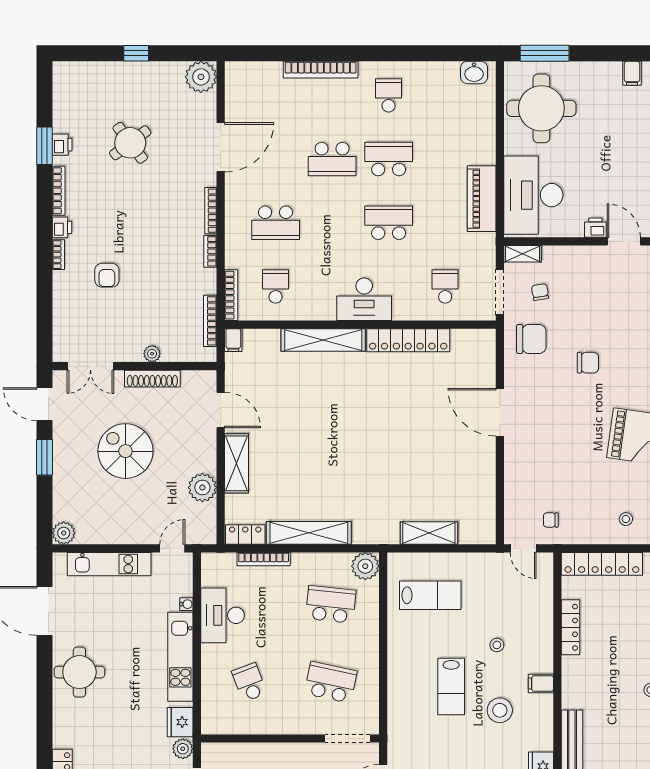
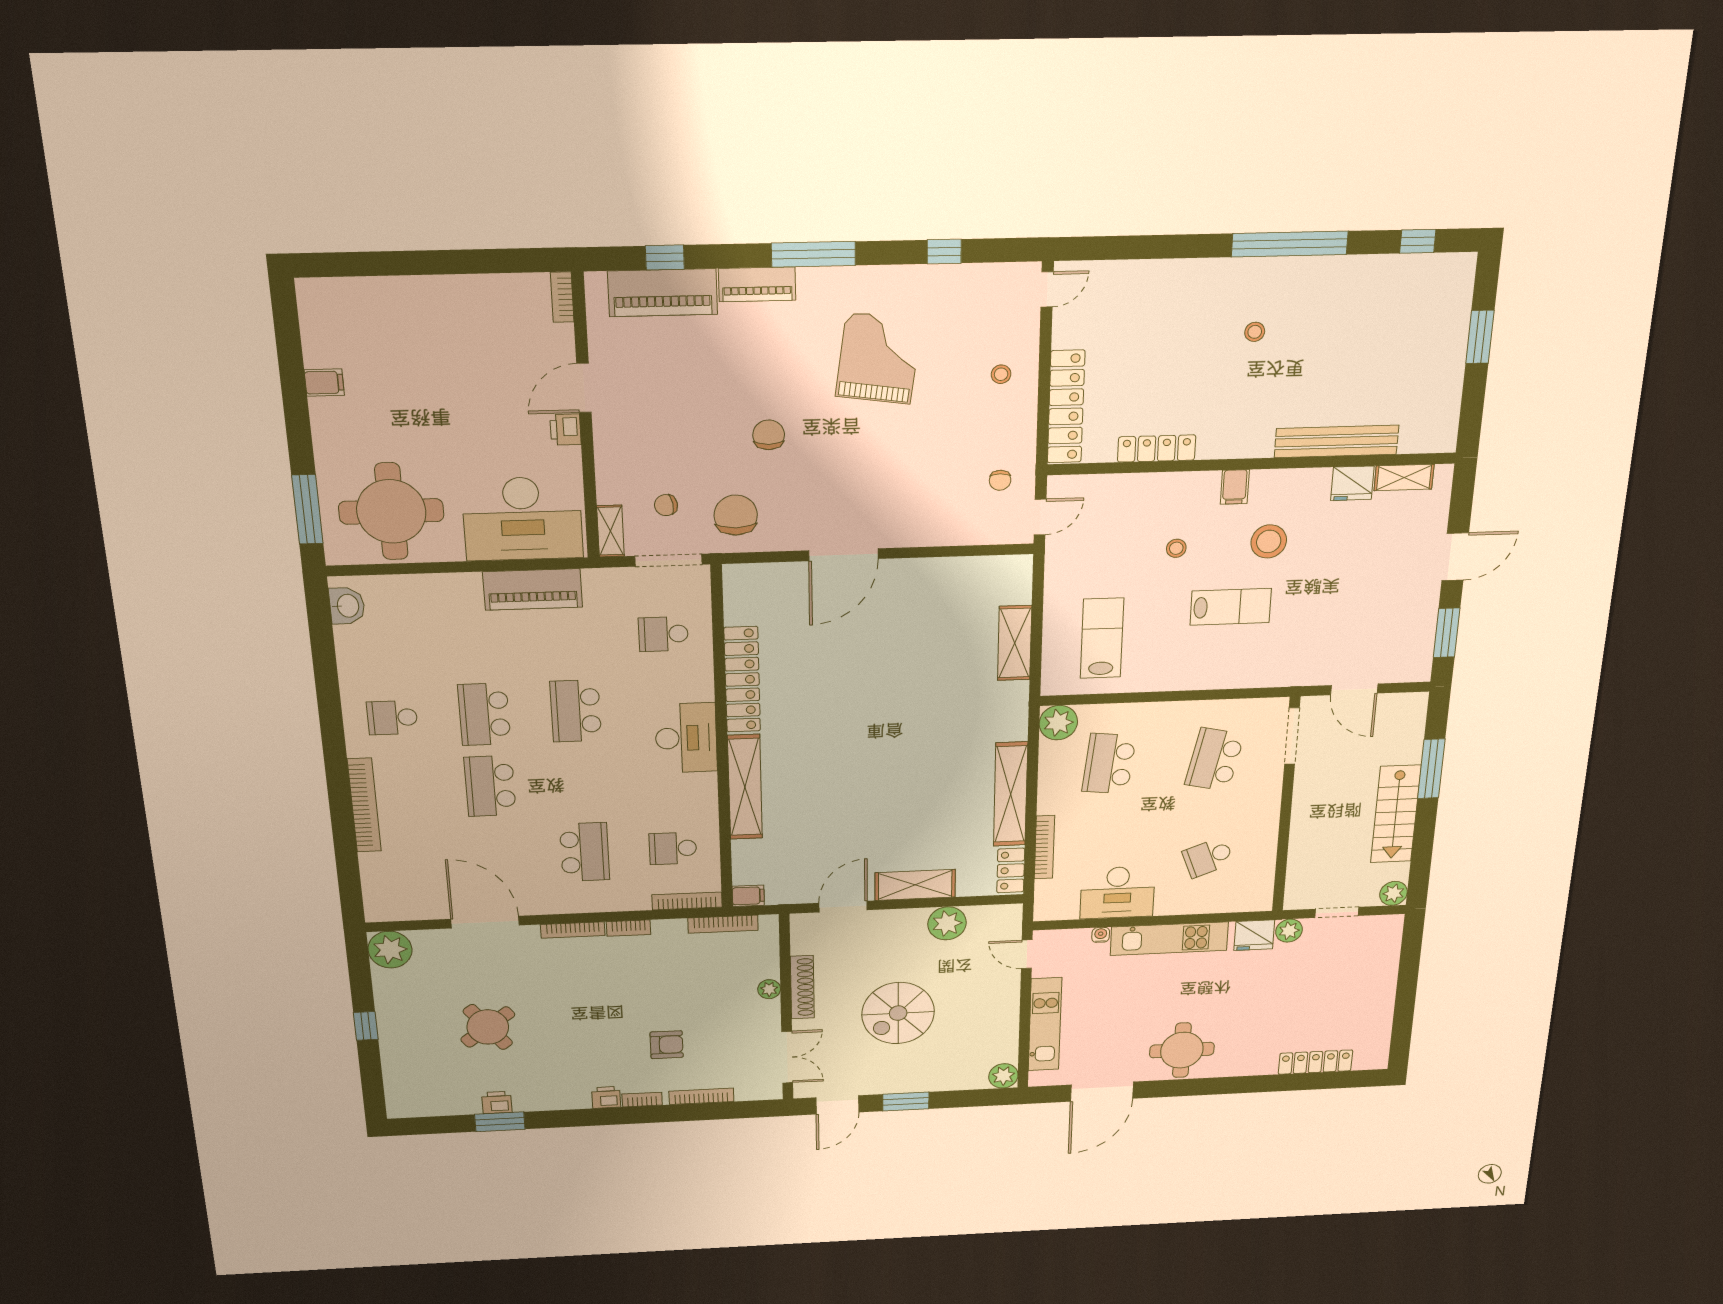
school desk: (332, 159) -> (490, 786), turned 180
bookcase: (59, 191) -> (701, 1096), moved

